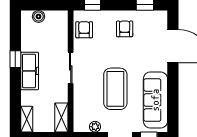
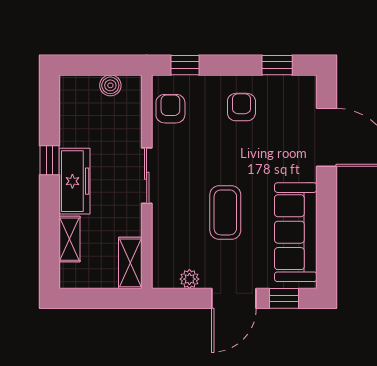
boiler: (39, 16) -> (110, 85), moved
coffee table: (115, 89) -> (225, 212), width x0.73, depth x0.76
shelving: (27, 119) -> (69, 239), moved

